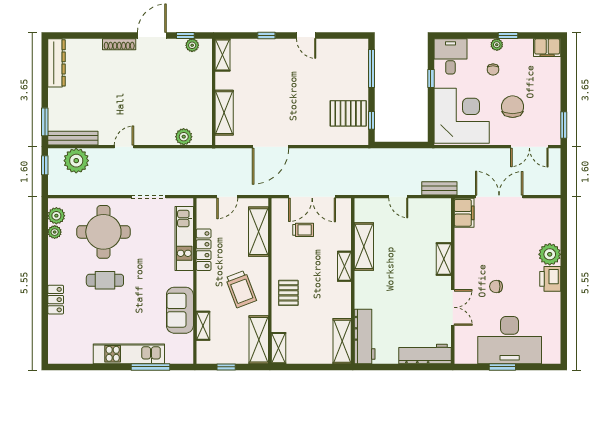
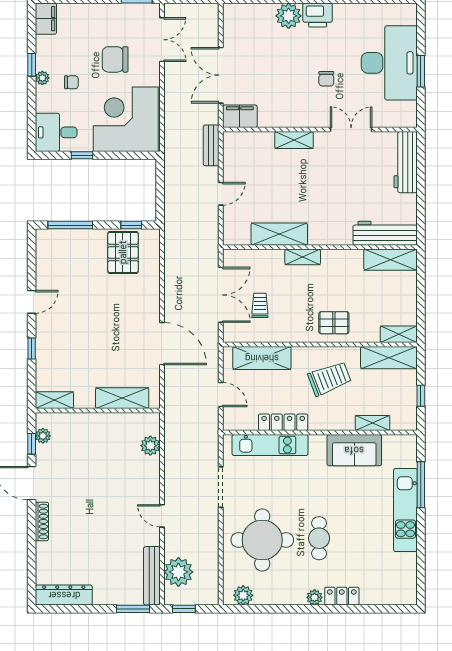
plant: (55, 232) -> (315, 597), moved

